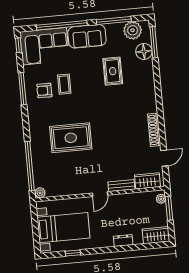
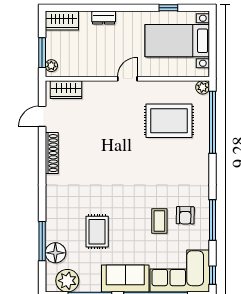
window: (154, 42) -> (42, 241), moved
armchair: (44, 91) -> (185, 215), turned 91
rug: (71, 138) -> (169, 121), moved
bench: (121, 186) -> (99, 87), removed

